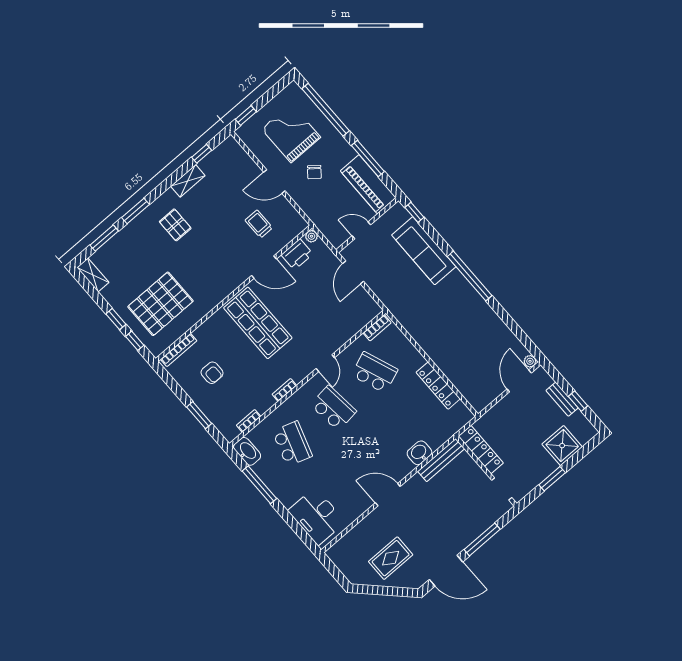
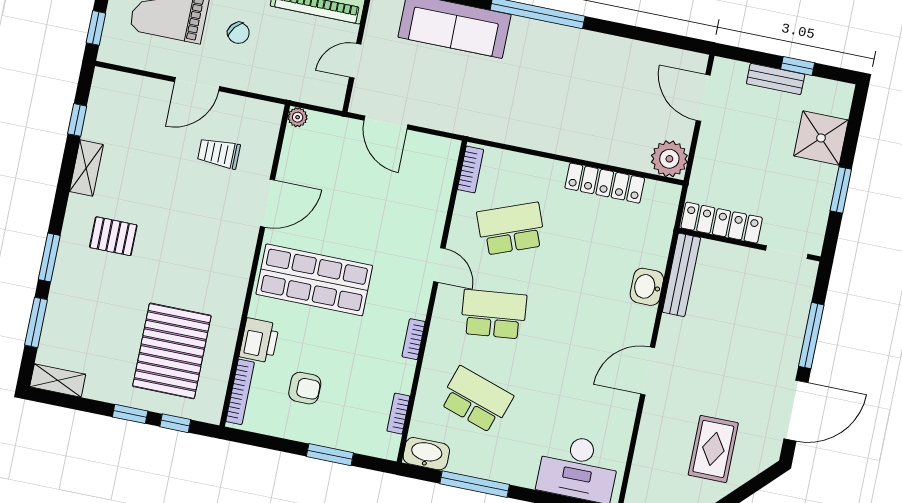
printer: (297, 254) -> (259, 340), moved
plant: (530, 361) -> (669, 159), moved, width x1.87, depth x1.87

